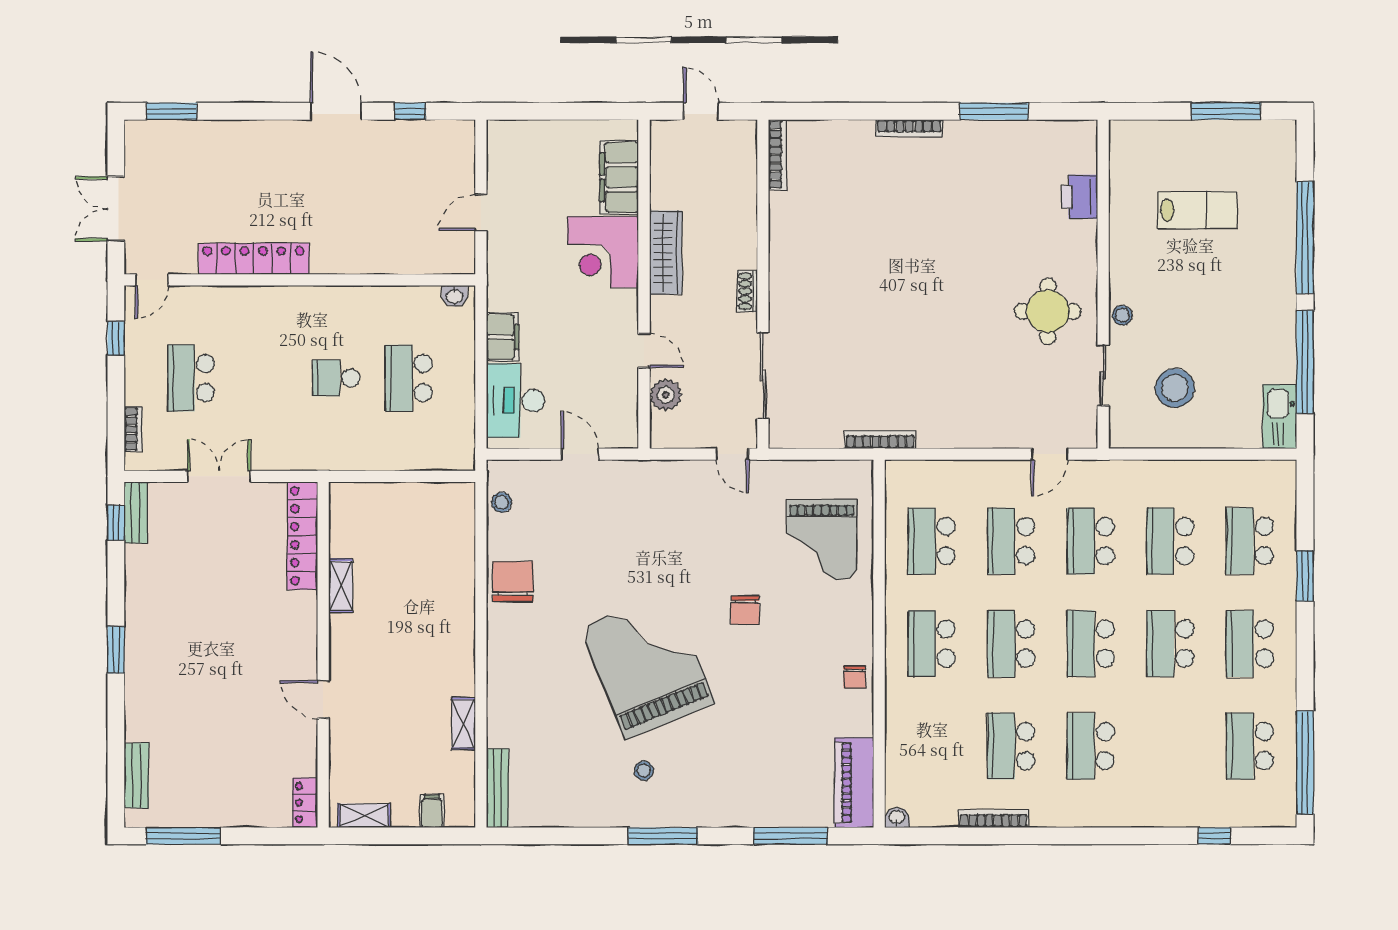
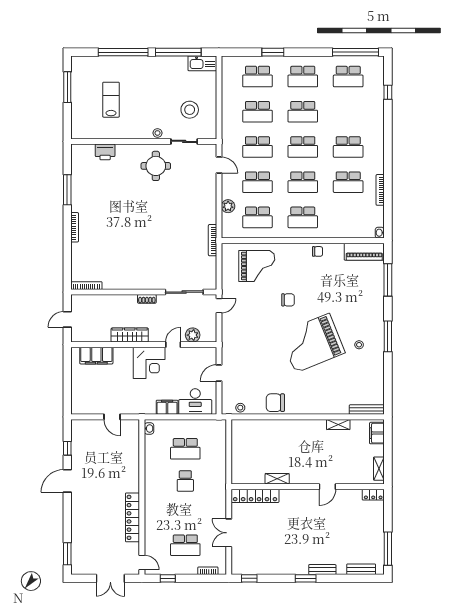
corner desk: (603, 252) -> (149, 363), moved
plant: (957, 475) -> (228, 206), added
bench: (136, 512) -> (322, 570), moved
filing cabinet: (432, 811) -> (377, 433), width x2.00

